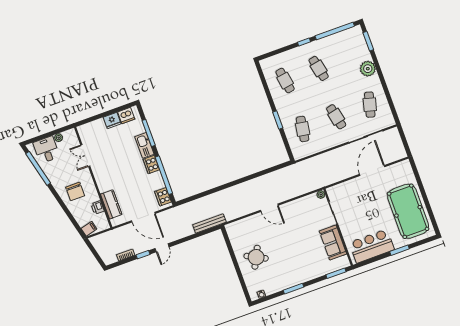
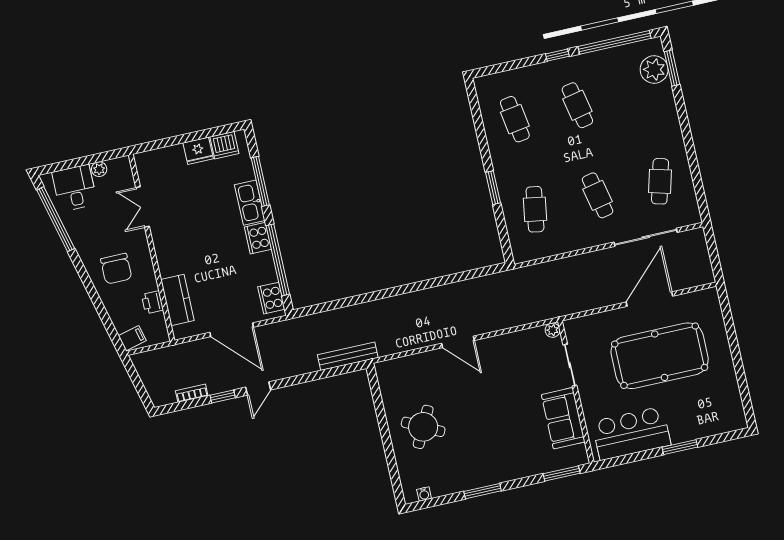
plant: (368, 69) -> (654, 70), moved
pool table: (408, 211) -> (660, 356), moved, turned 90

